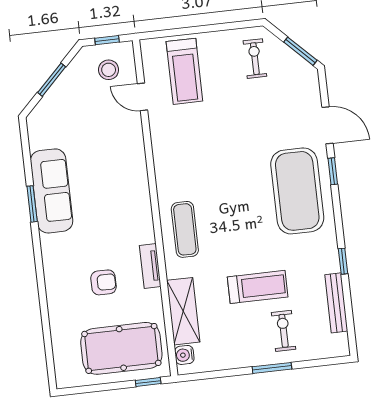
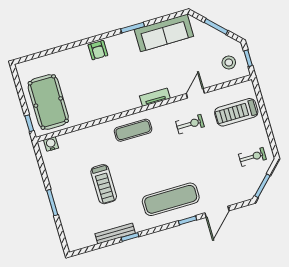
door: (142, 97) -> (195, 93), moved
sofa: (52, 191) -> (164, 33), moved
exercise mat: (297, 191) -> (171, 199), width x0.68
tv unit: (150, 266) -> (155, 97), moved
armchair: (104, 282) -> (98, 50), moved
bench: (336, 303) -> (115, 233), moved
shelving: (183, 311) -> (79, 138), removed
exercise bike: (284, 331) -> (190, 124), moved

